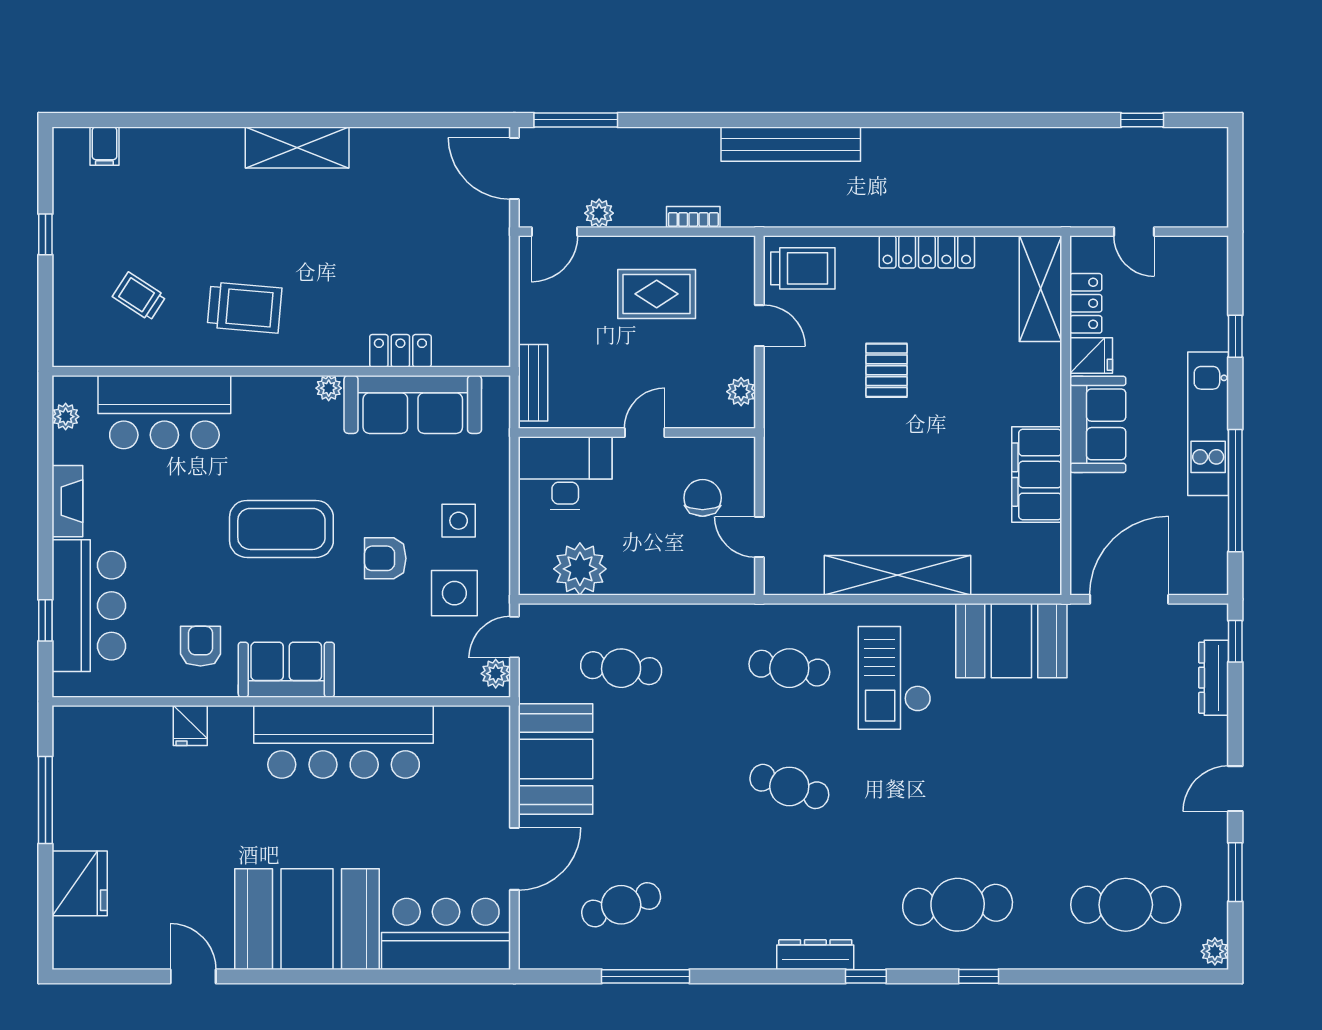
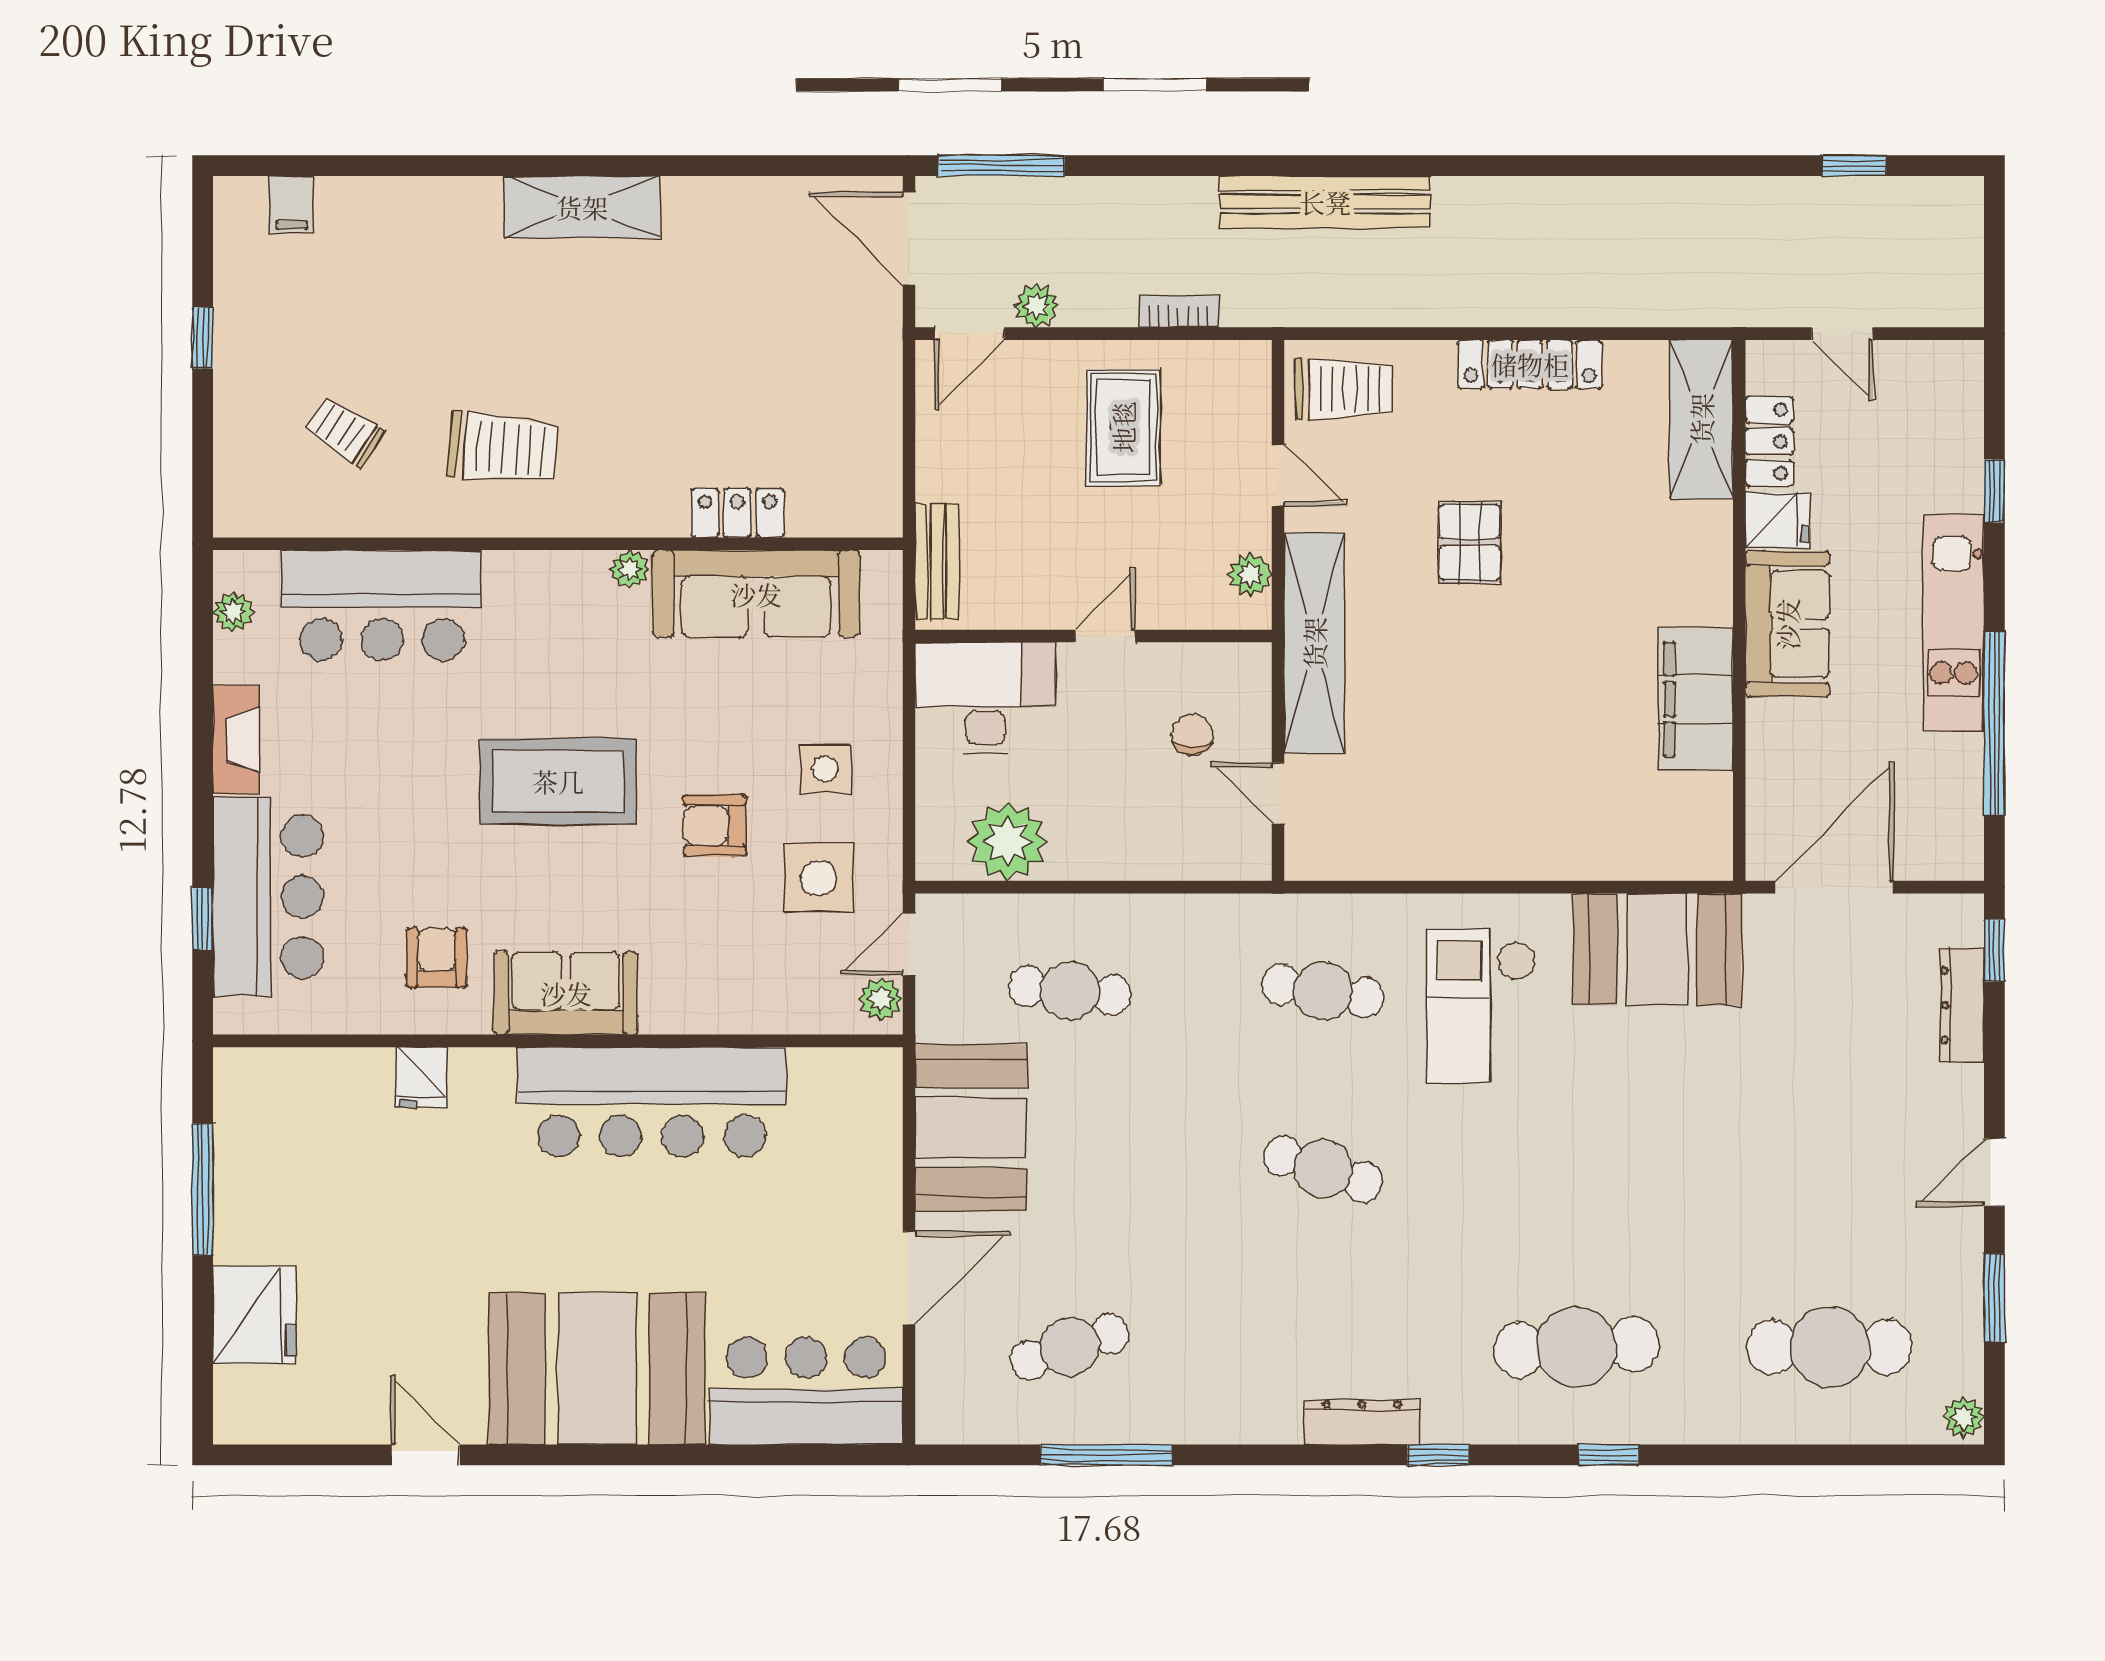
rug: (657, 294) -> (1123, 427), turned 90
chair: (703, 498) -> (1192, 735), width x0.73, depth x0.73
shelving: (898, 575) -> (1314, 643), moved, turned 90

